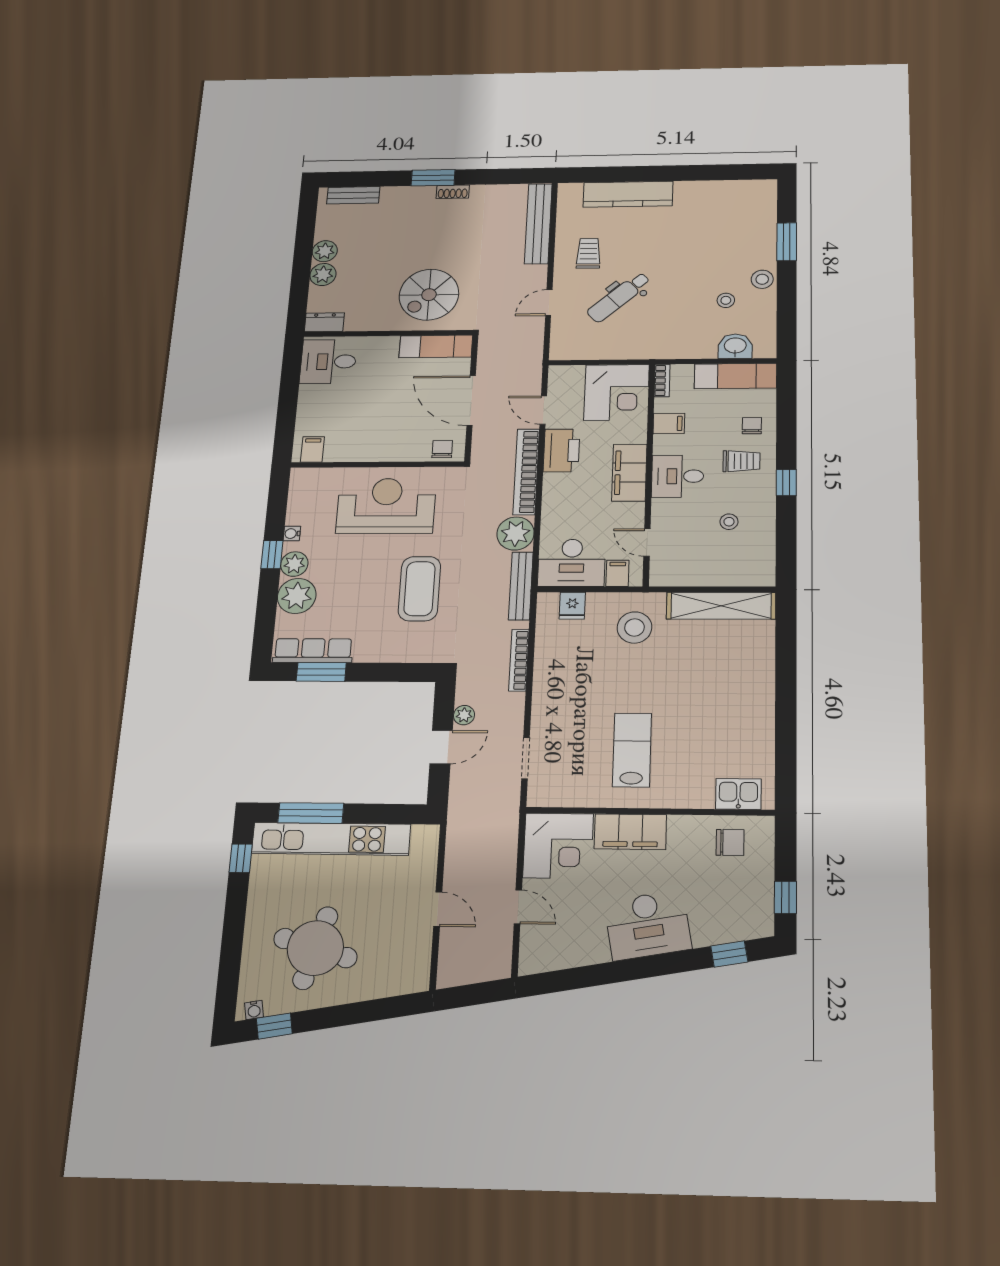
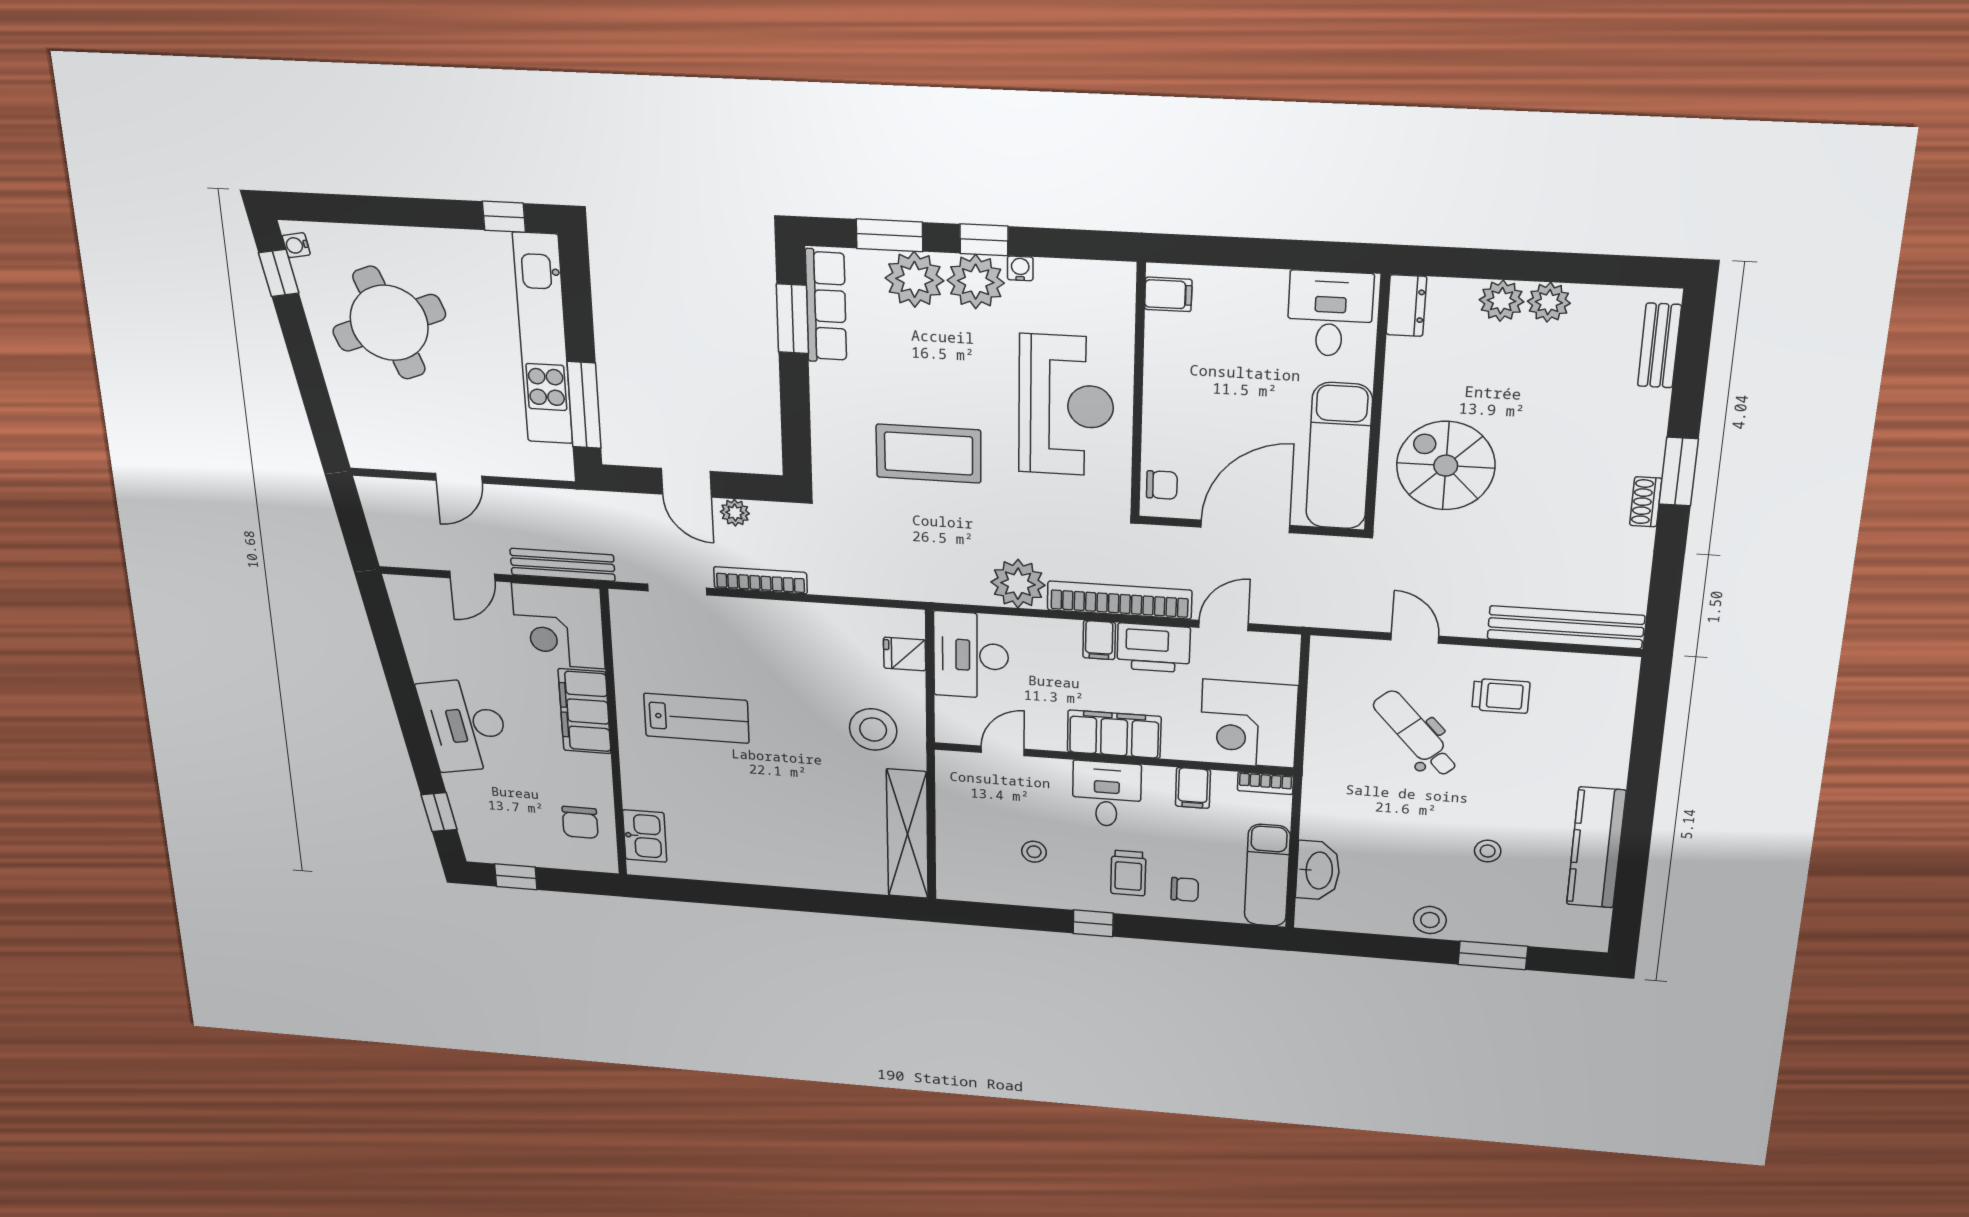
kitchen counter: (628, 194) -> (1596, 848), moved
stool: (726, 300) -> (1488, 851), moved
exam couch: (436, 346) -> (1339, 456), width x1.36, depth x1.45
washbasin: (735, 346) -> (1318, 870), width x1.38
plant: (294, 564) -> (976, 282), width x1.36, depth x1.36
filing cabinet: (617, 573) -> (1099, 640), moved, turned 90
bench: (521, 586) -> (562, 565), moved
window: (266, 611) -> (889, 235), added
bookcase: (519, 660) -> (760, 580), moved
window: (311, 813) -> (584, 405), moved
round table: (315, 948) -> (389, 323), turned -37

